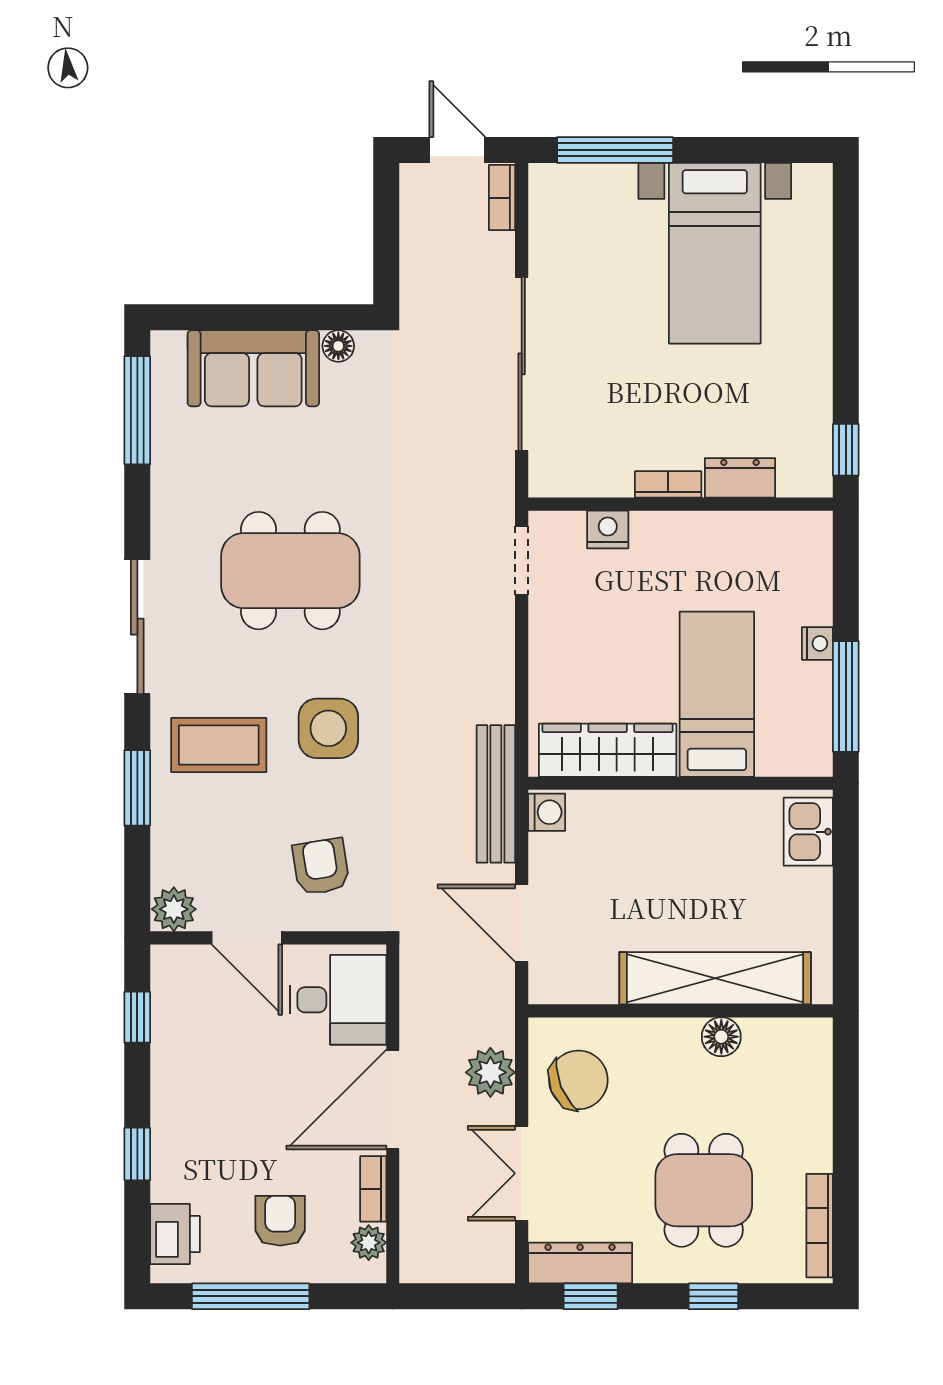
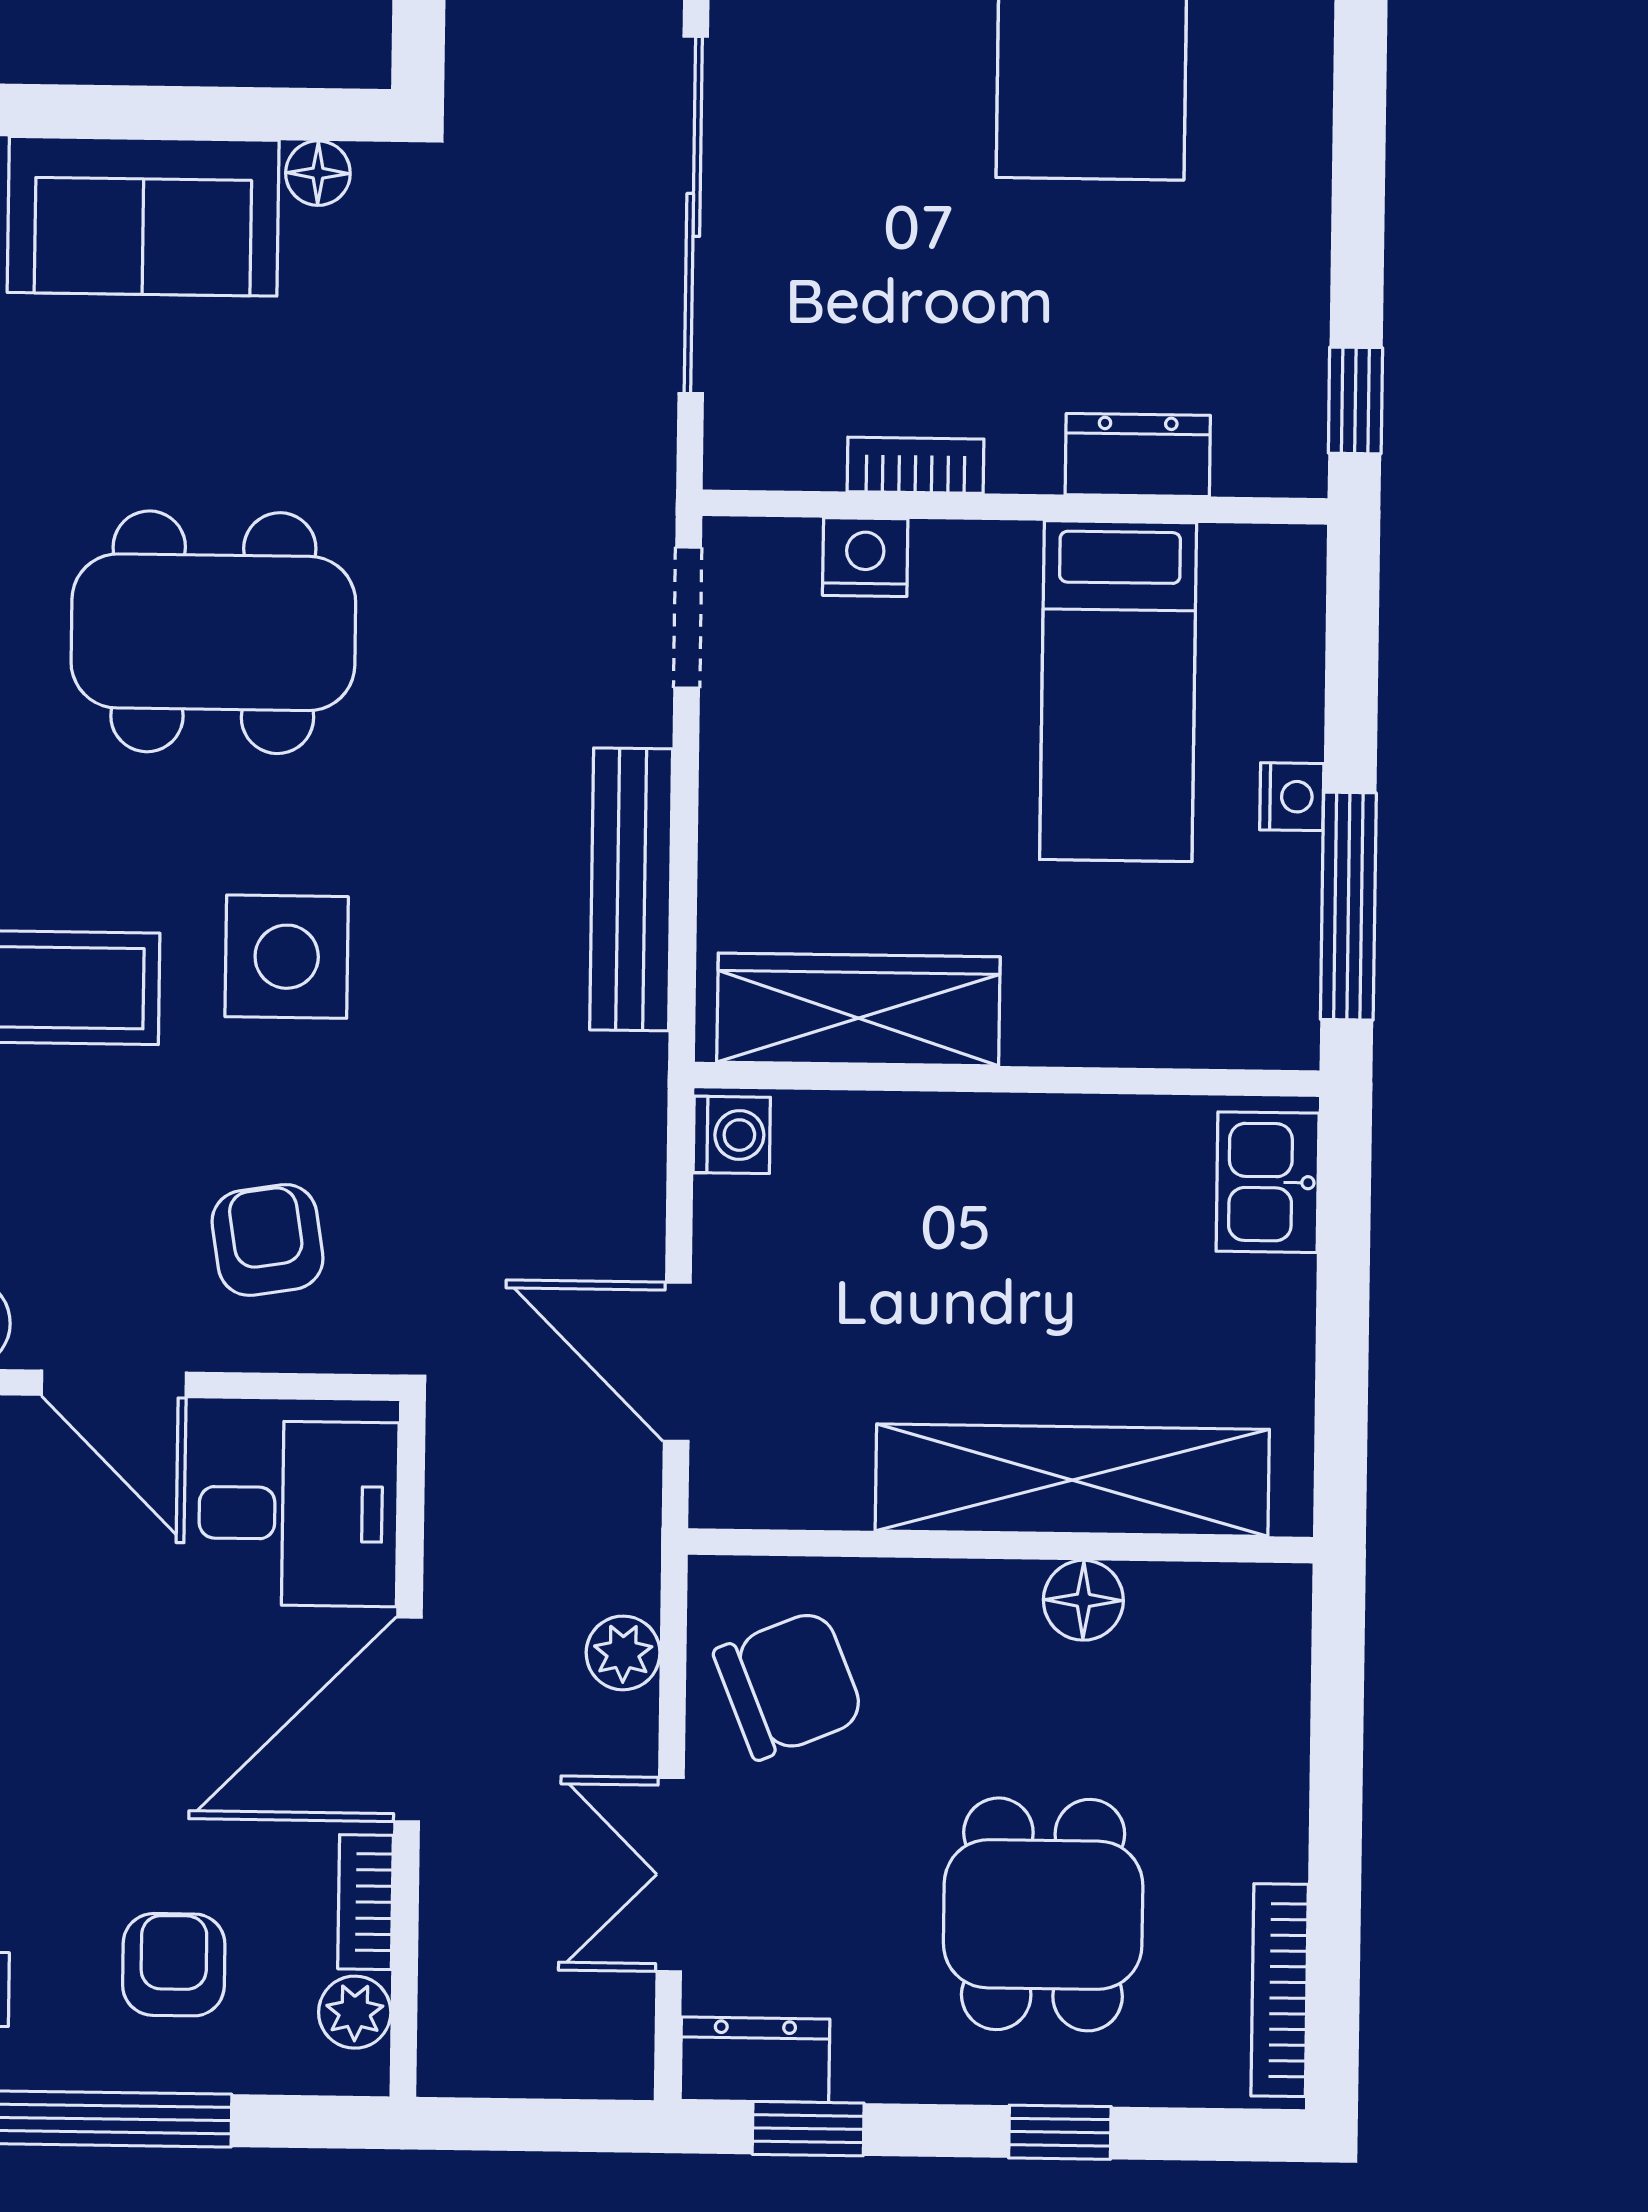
bookcase: (668, 484) -> (915, 465), moved
bed: (717, 694) -> (1118, 691), moved, turned 180
bench: (496, 794) -> (631, 889), moved
plant: (490, 1072) -> (623, 1653), width x0.73, depth x0.73
dresser: (580, 1263) -> (755, 2060), width x0.70

